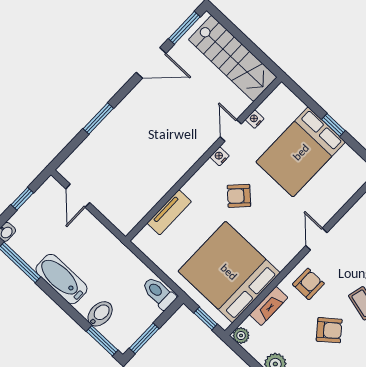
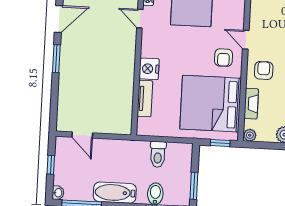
window: (98, 118) -> (56, 59), moved
nightstand: (220, 156) -> (149, 69), moved, width x1.89, depth x1.79
armchair: (239, 196) -> (223, 58), moved, turned -44
toilet: (159, 293) -> (158, 154), moved, turned -90

